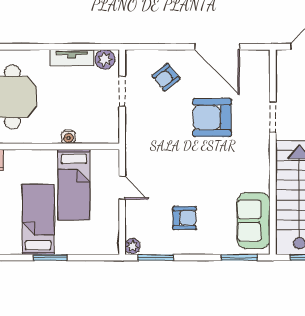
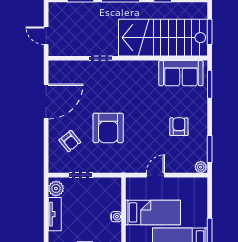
armchair: (212, 117) -> (108, 128), moved

